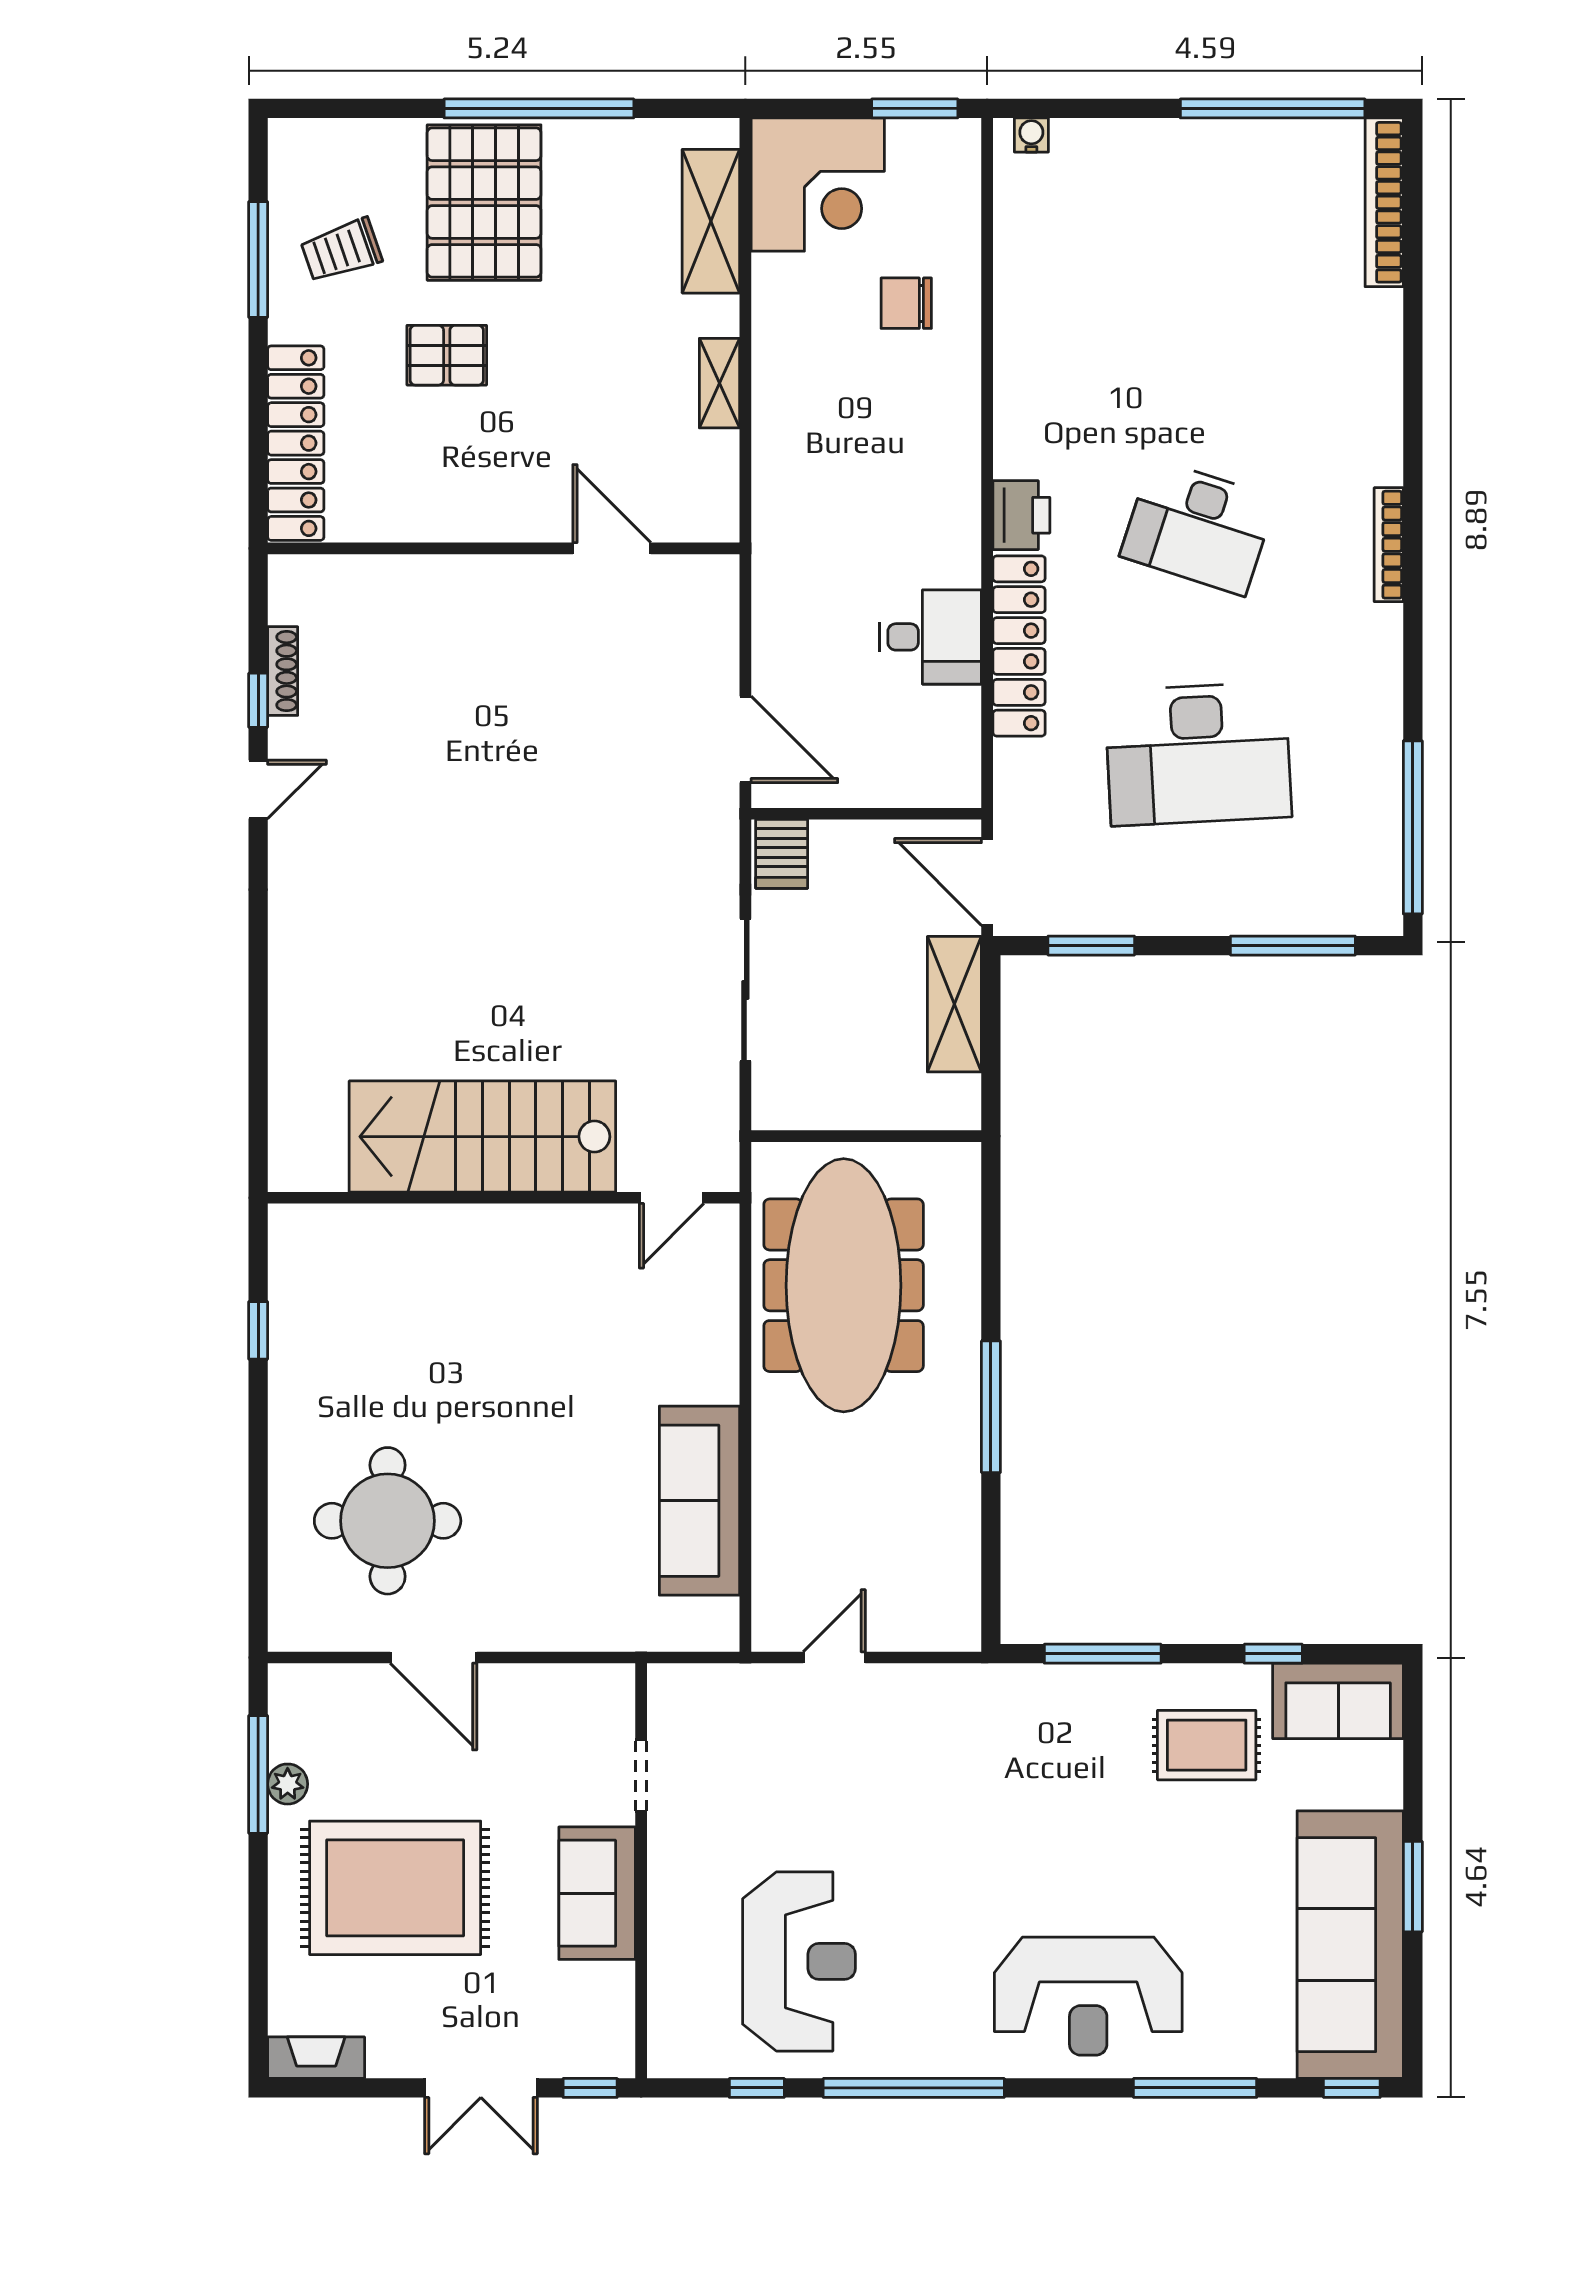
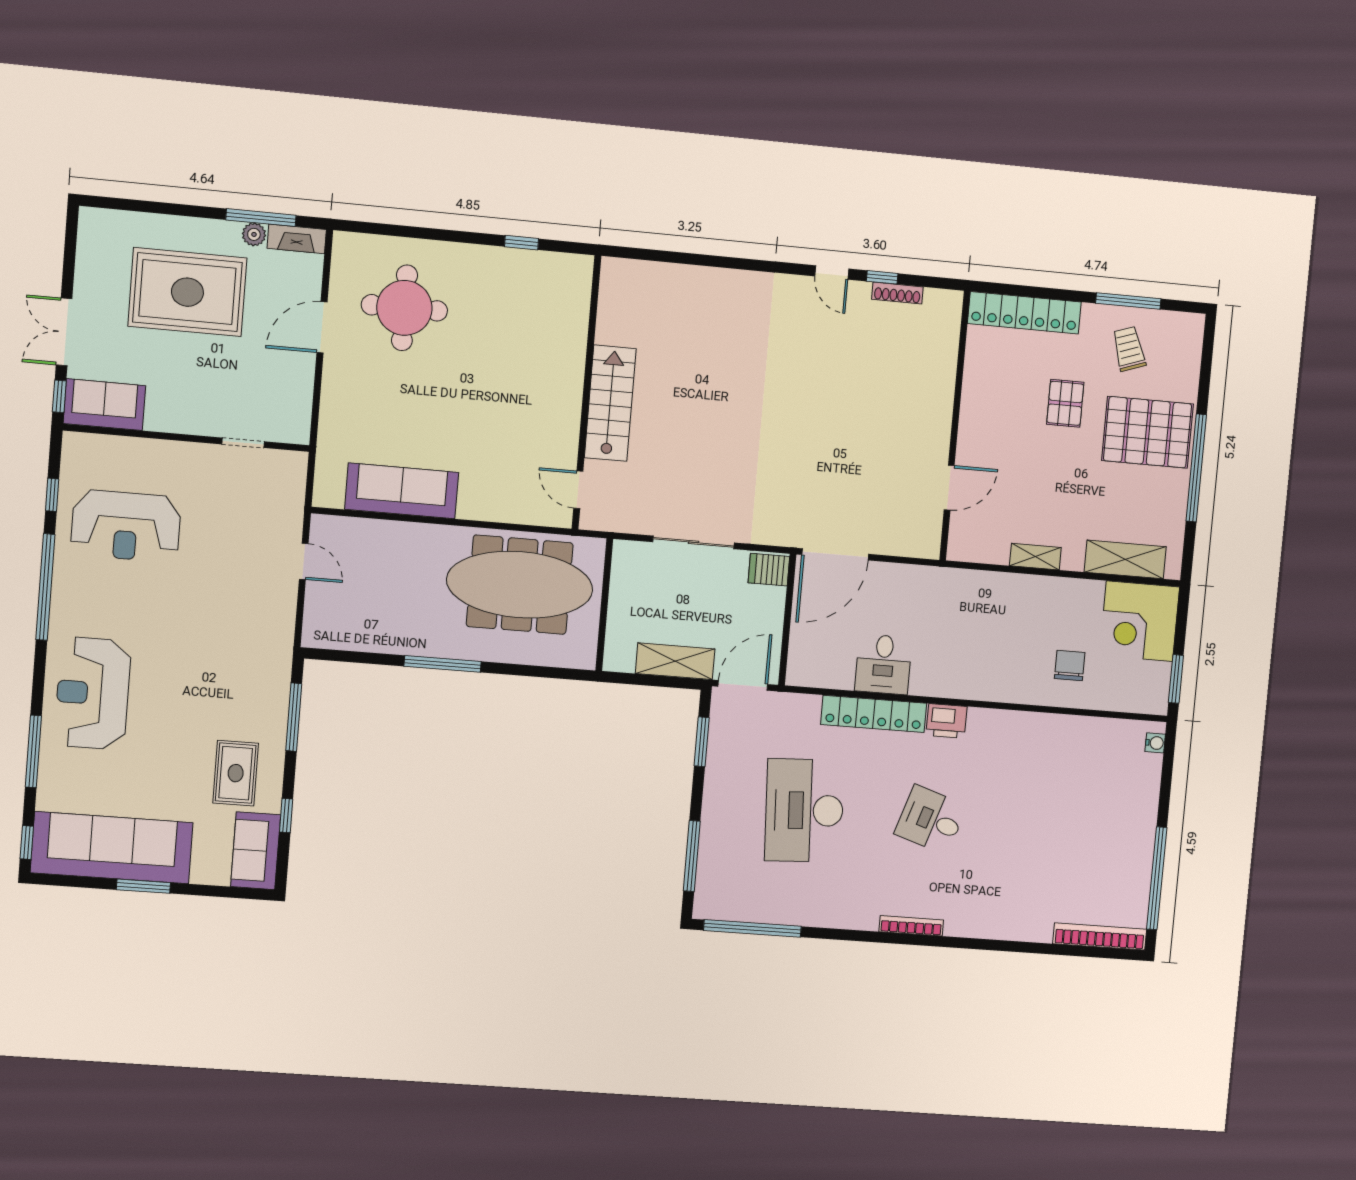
desk: (1198, 527) -> (931, 820), width x0.73
door: (745, 739) -> (835, 554), width x1.36
stairs: (482, 1137) -> (610, 403), width x0.73, depth x0.66
rug: (395, 1888) -> (187, 292), turned 90
sofa: (597, 1893) -> (104, 405), moved
fireplace: (316, 2058) -> (297, 239), moved, turned 90

